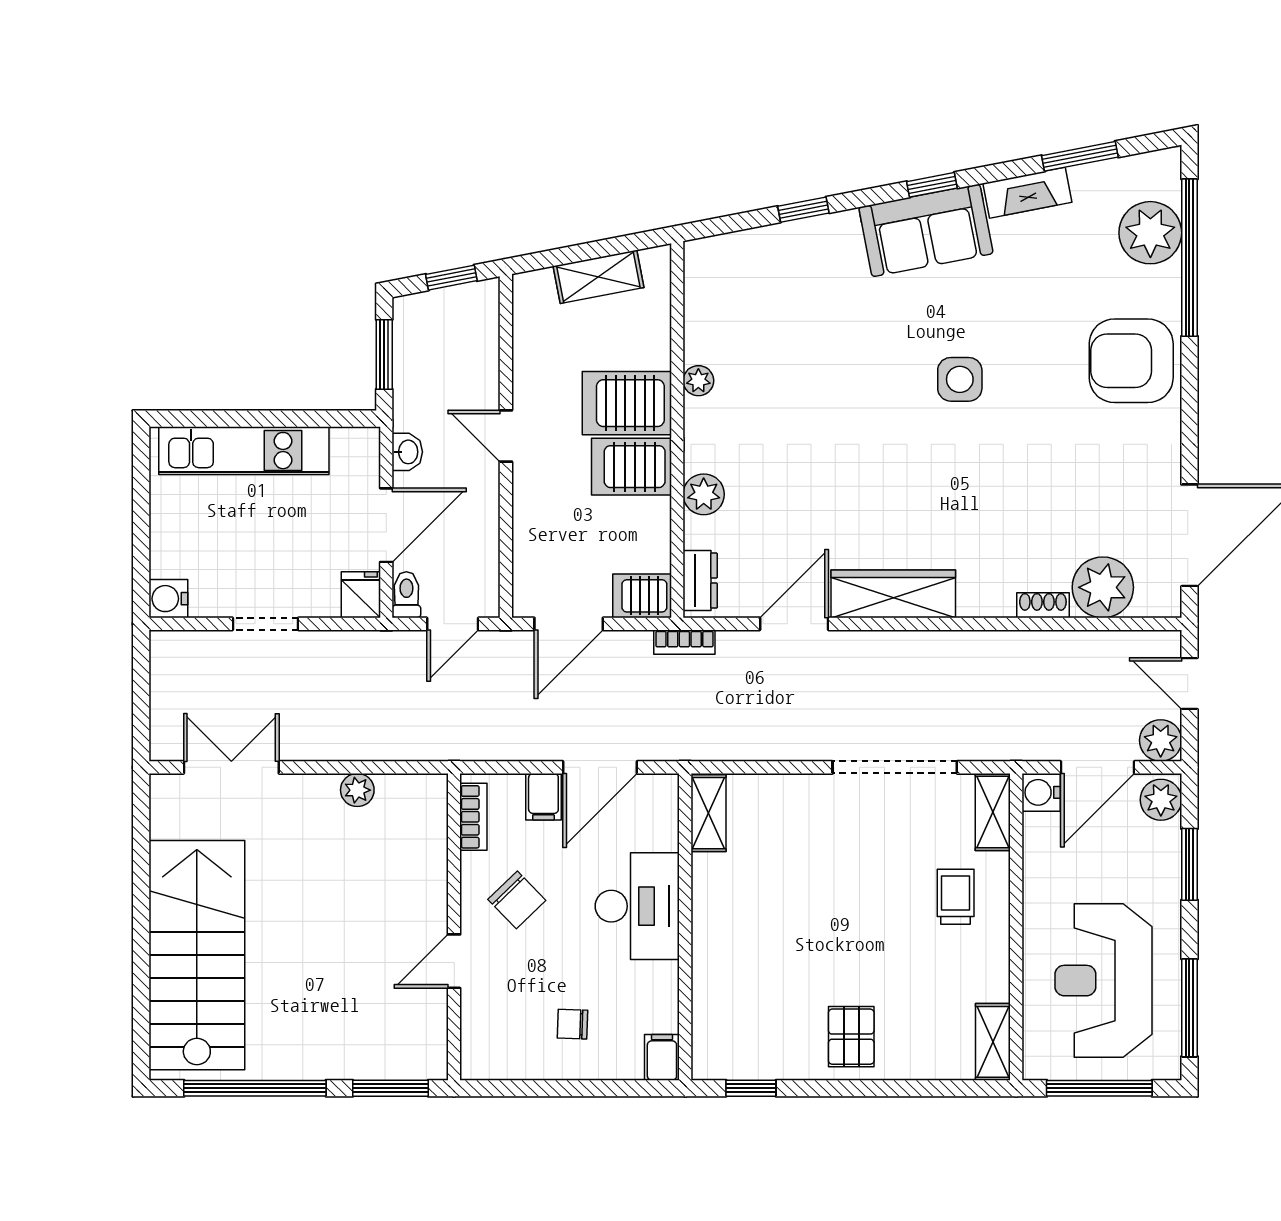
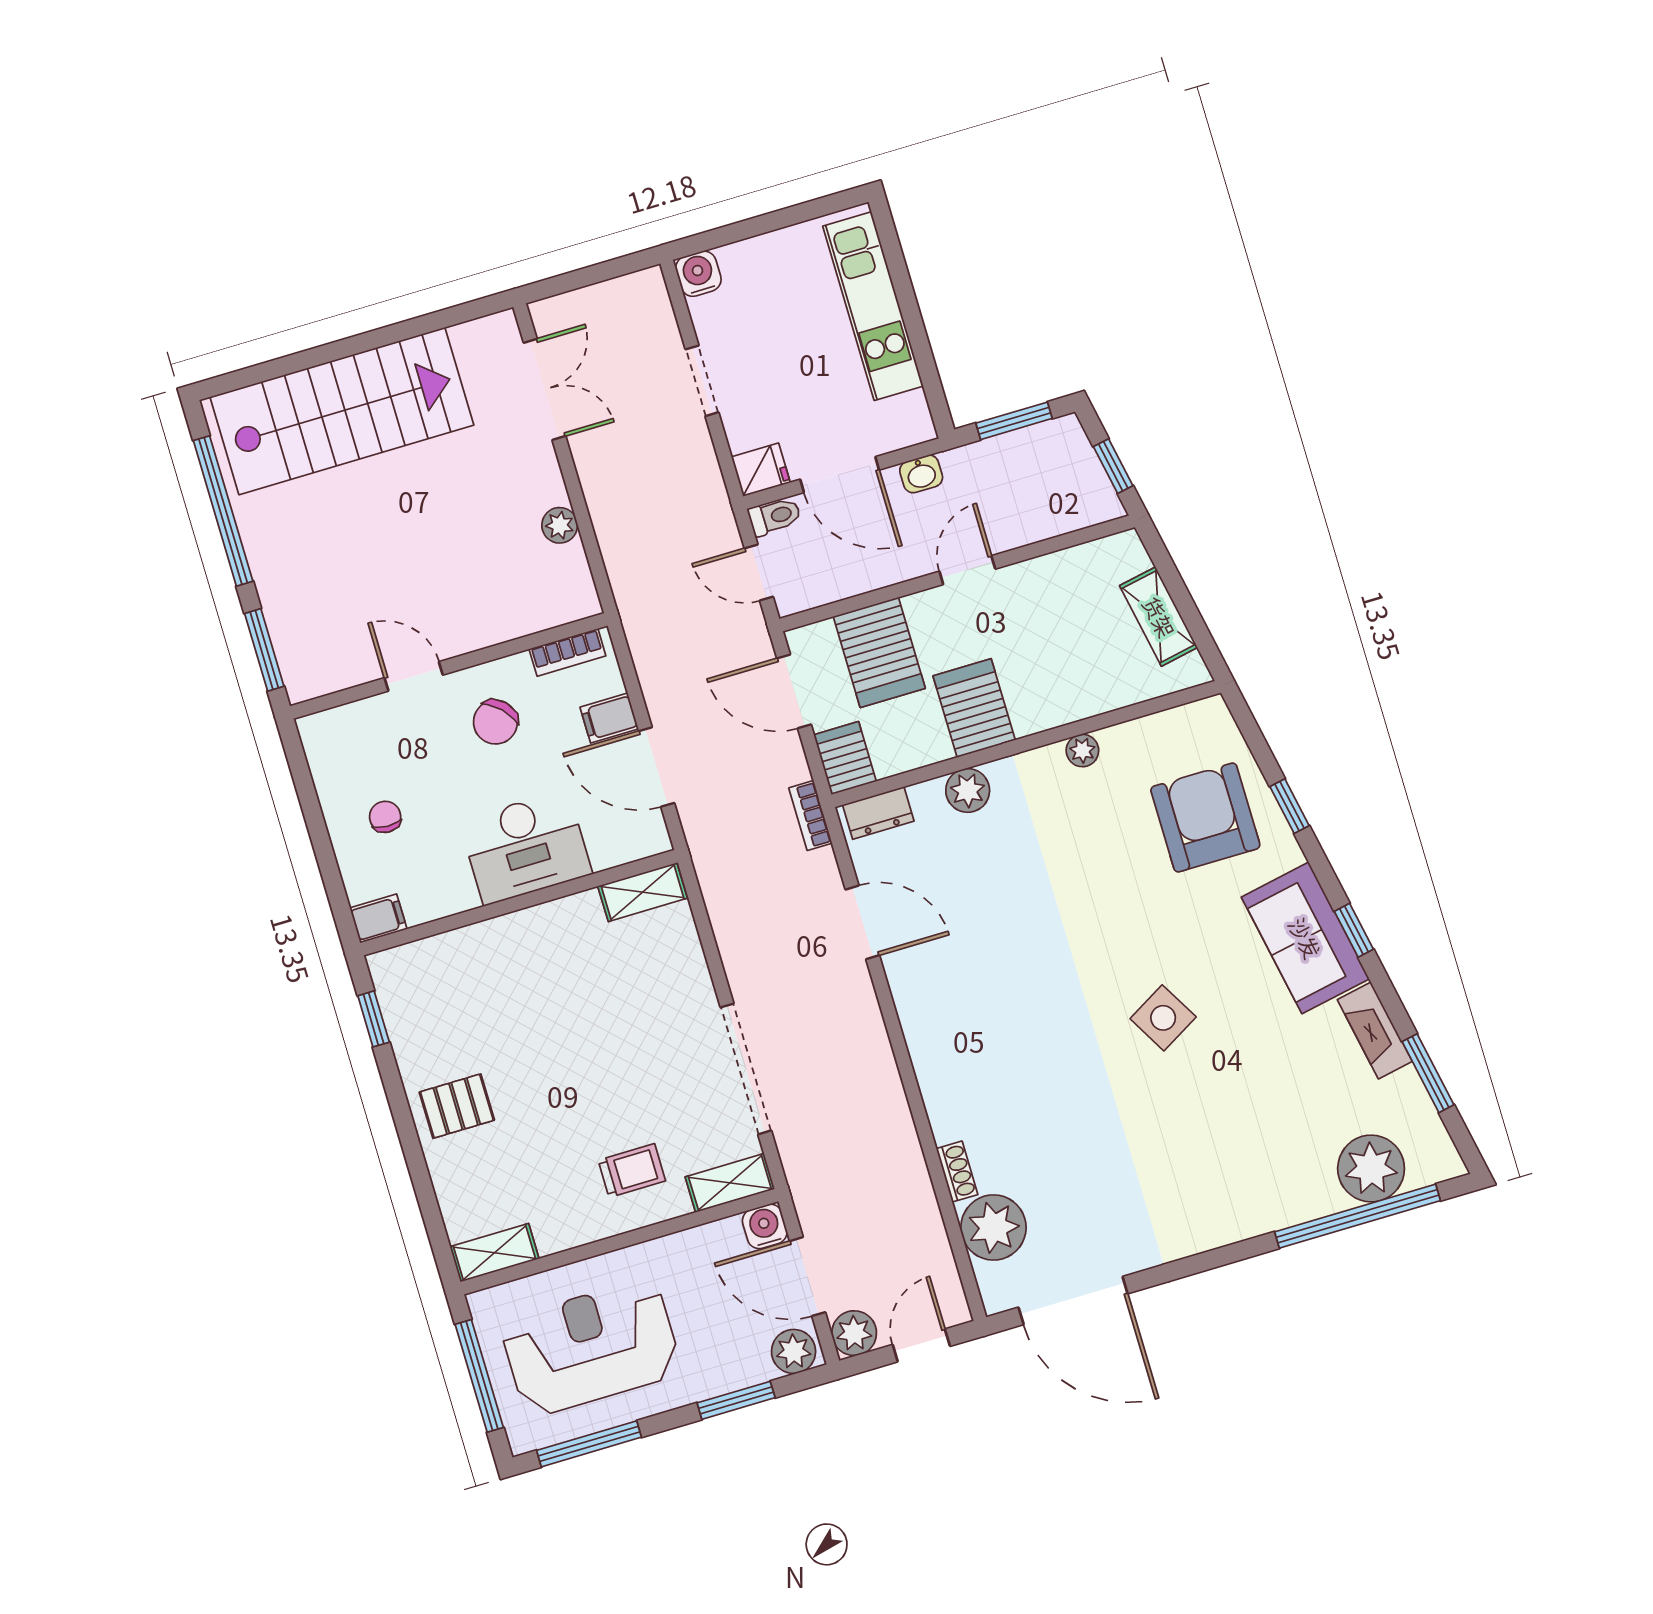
armchair: (1131, 361) -> (1205, 817), moved
side table: (960, 379) -> (1163, 1018), turned -30
server rack: (627, 403) -> (879, 652), moved, turned 180
wardrobe: (893, 594) -> (923, 1015), removed

